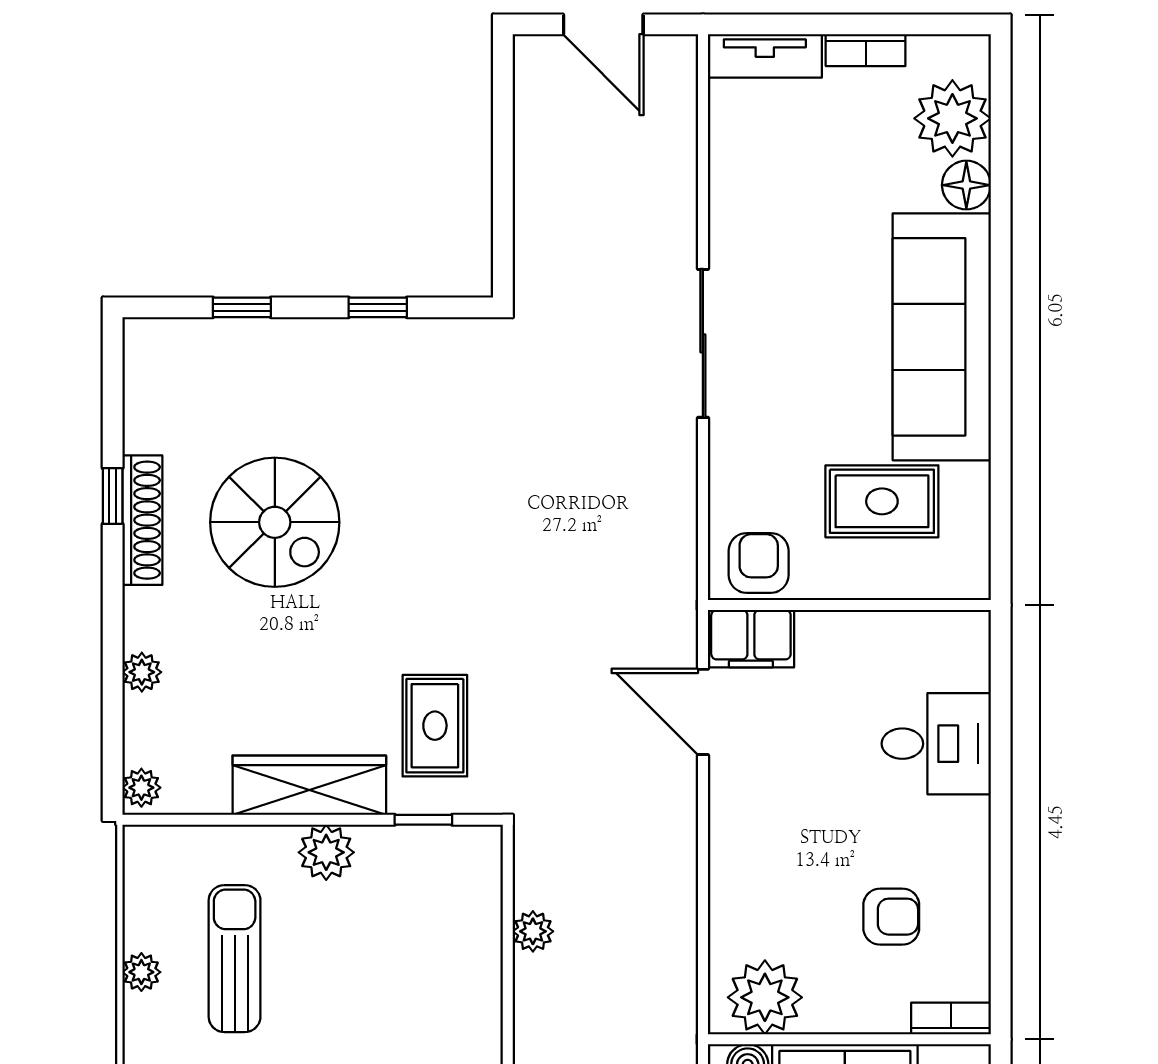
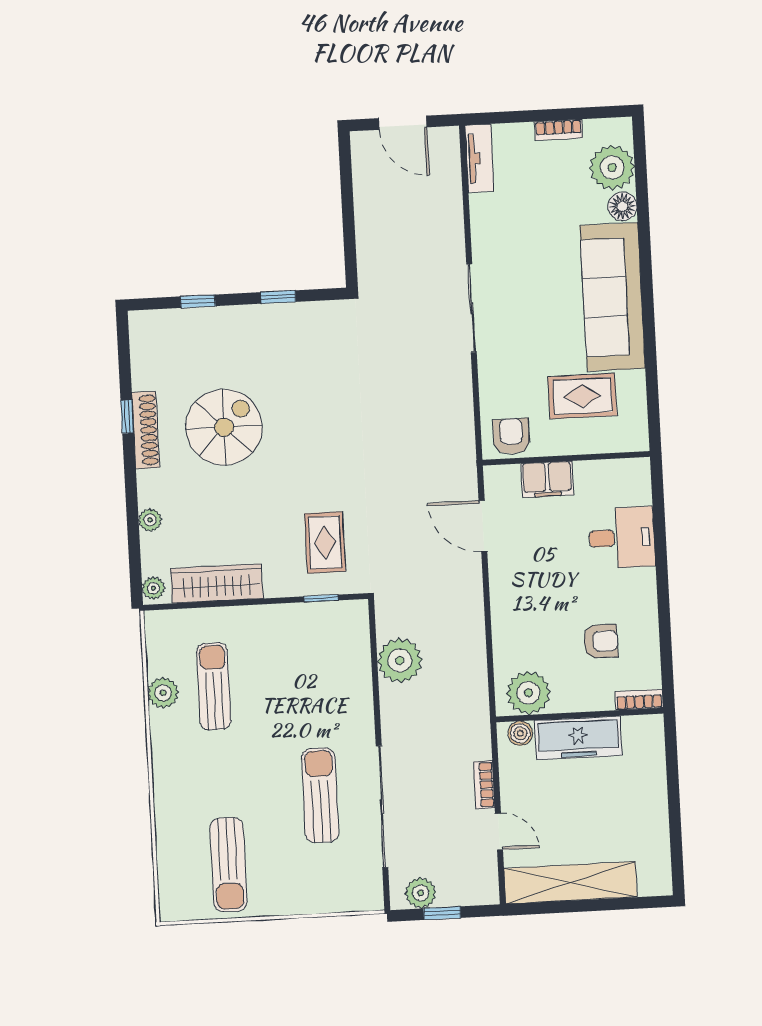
tv unit: (765, 56) -> (479, 158), moved, turned -90
spiral stairs: (275, 522) -> (224, 427), turned -90
filing cabinet: (751, 639) -> (547, 479), moved
wardrobe: (309, 785) -> (217, 583), moved
plant: (326, 852) -> (265, 621), removed
plant: (533, 931) -> (400, 660), width x1.87, depth x1.87
plant: (141, 972) -> (163, 693), width x1.38, depth x1.38

